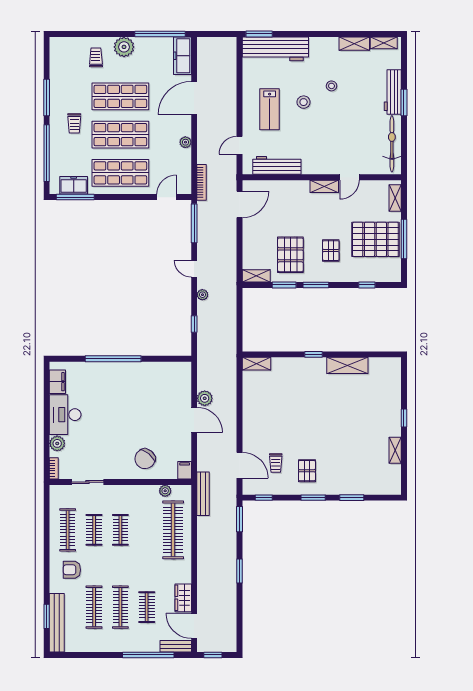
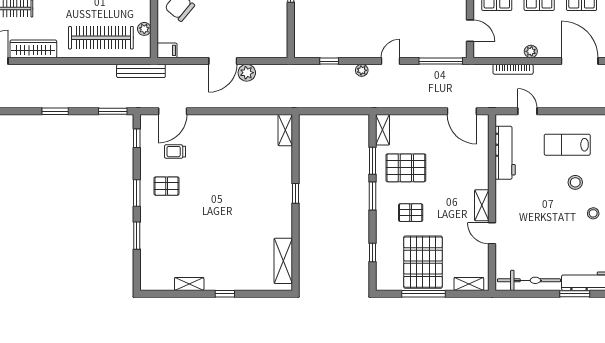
bookcase: (202, 182) -> (513, 69), moved
shelving: (347, 365) -> (283, 261), moved
wardrobe: (183, 598) -> (33, 49), width x1.50

